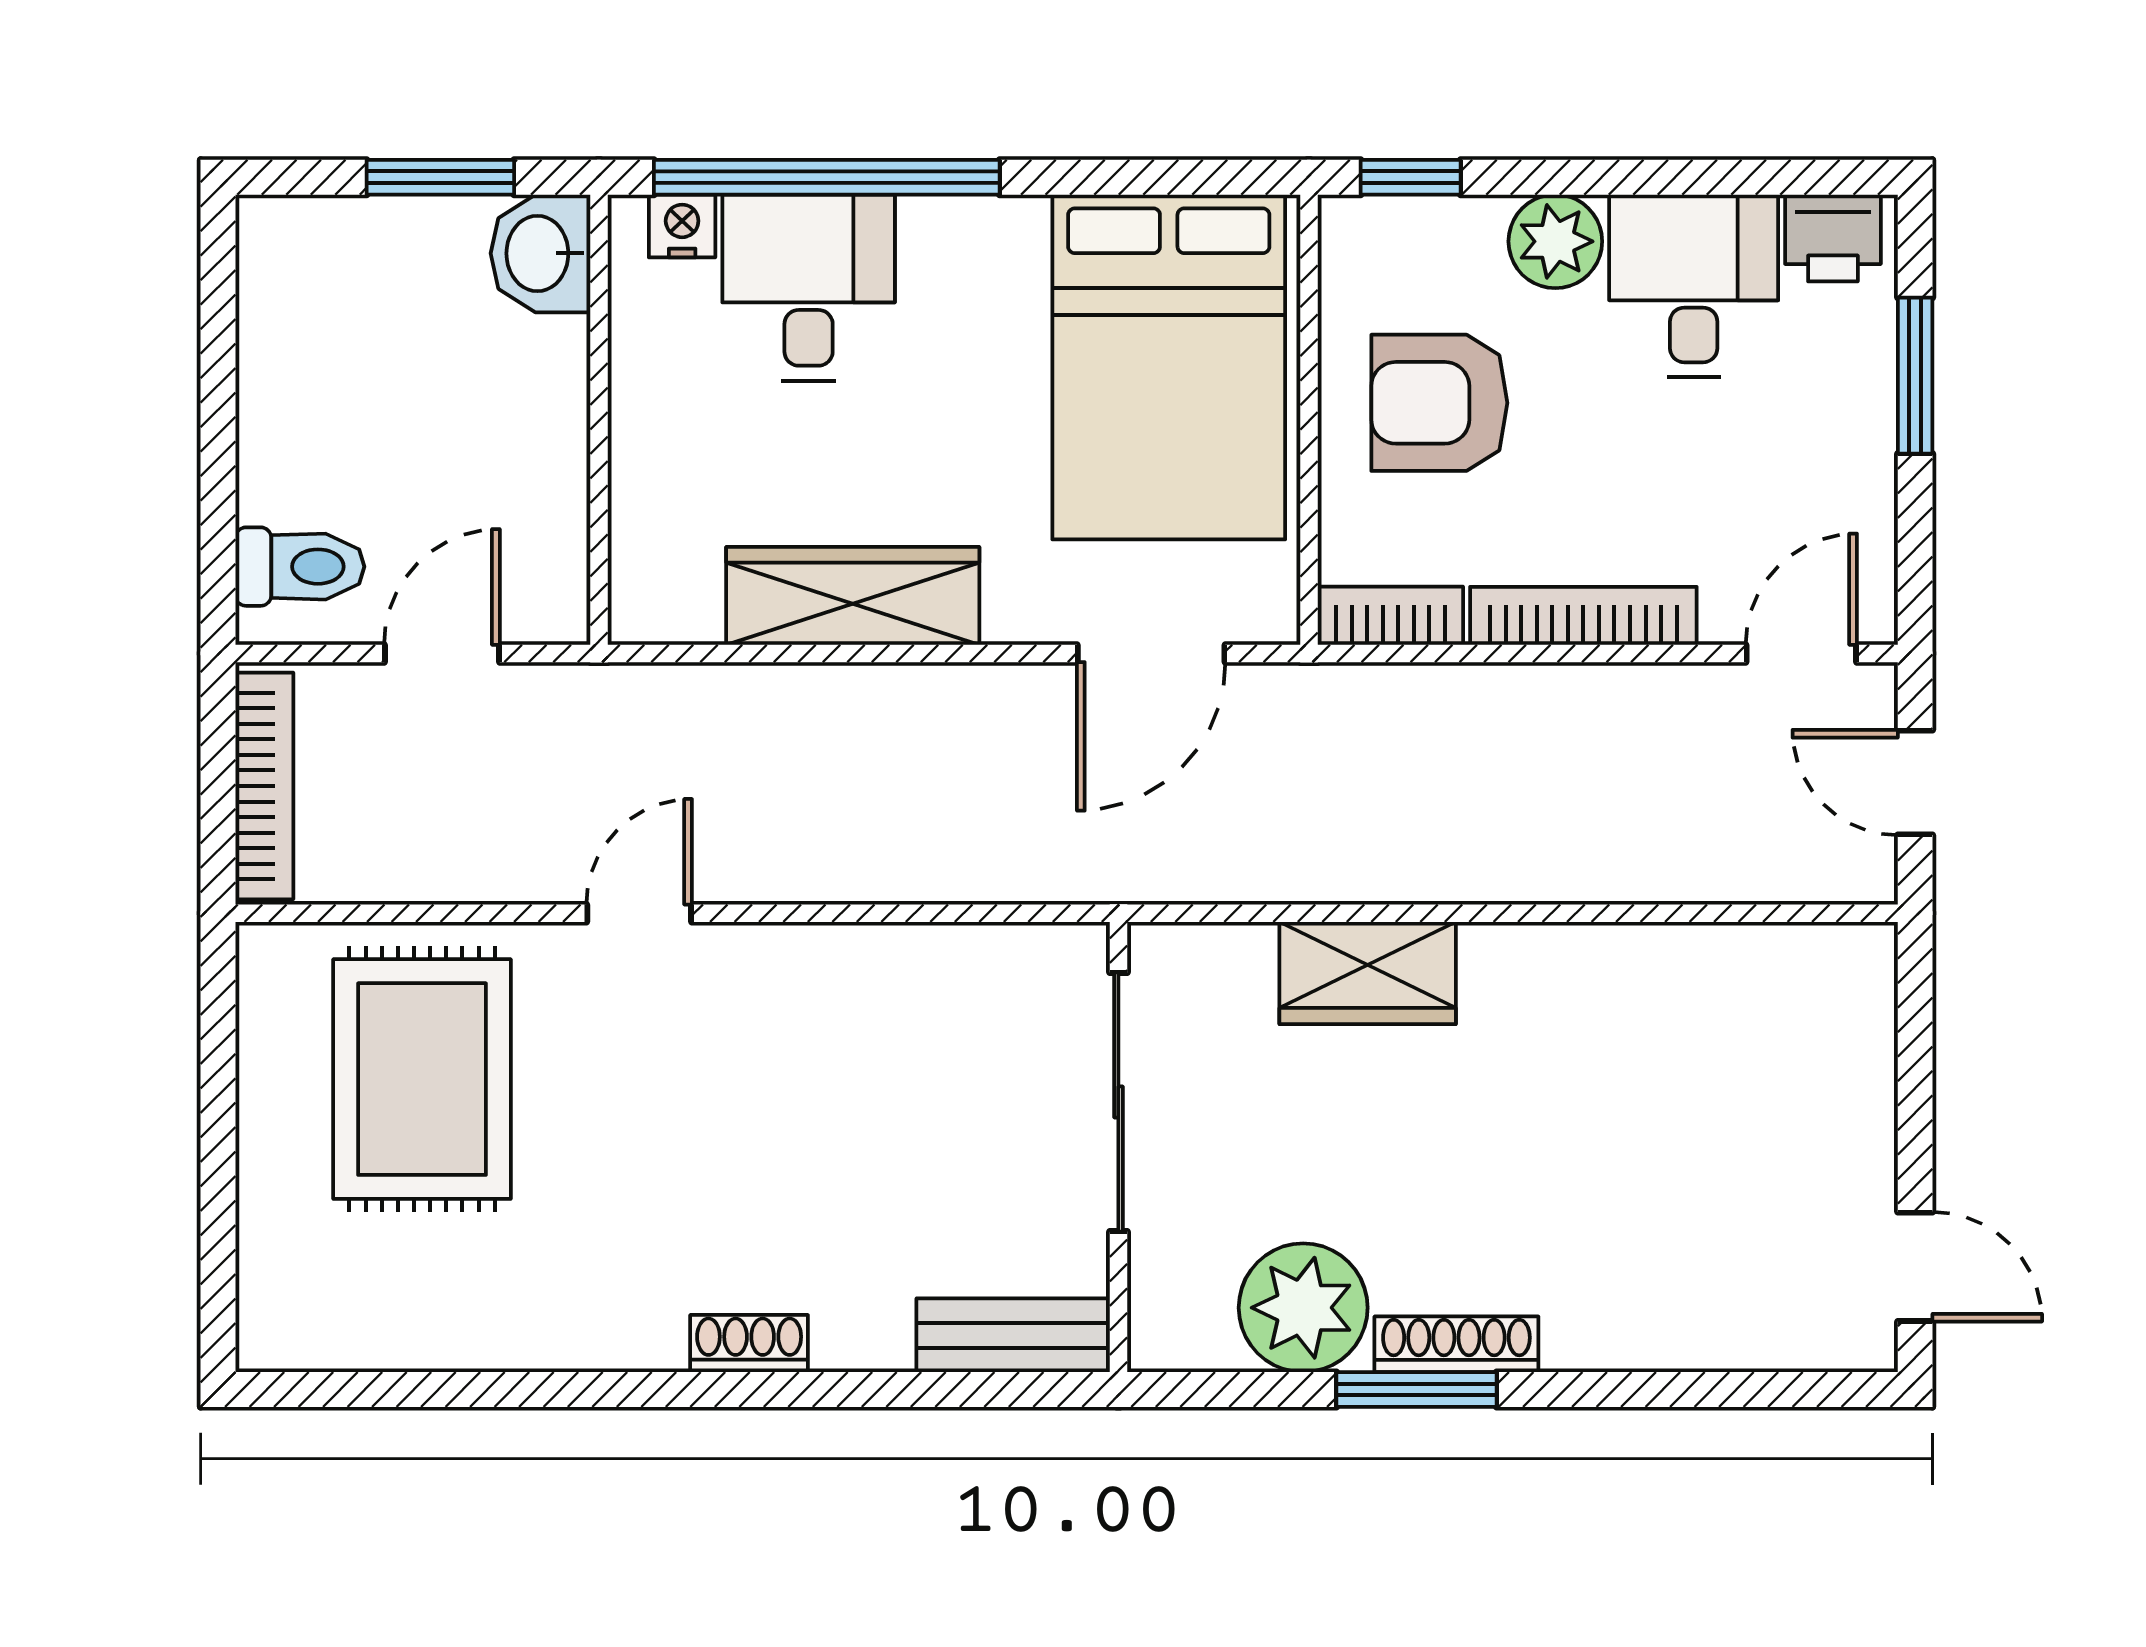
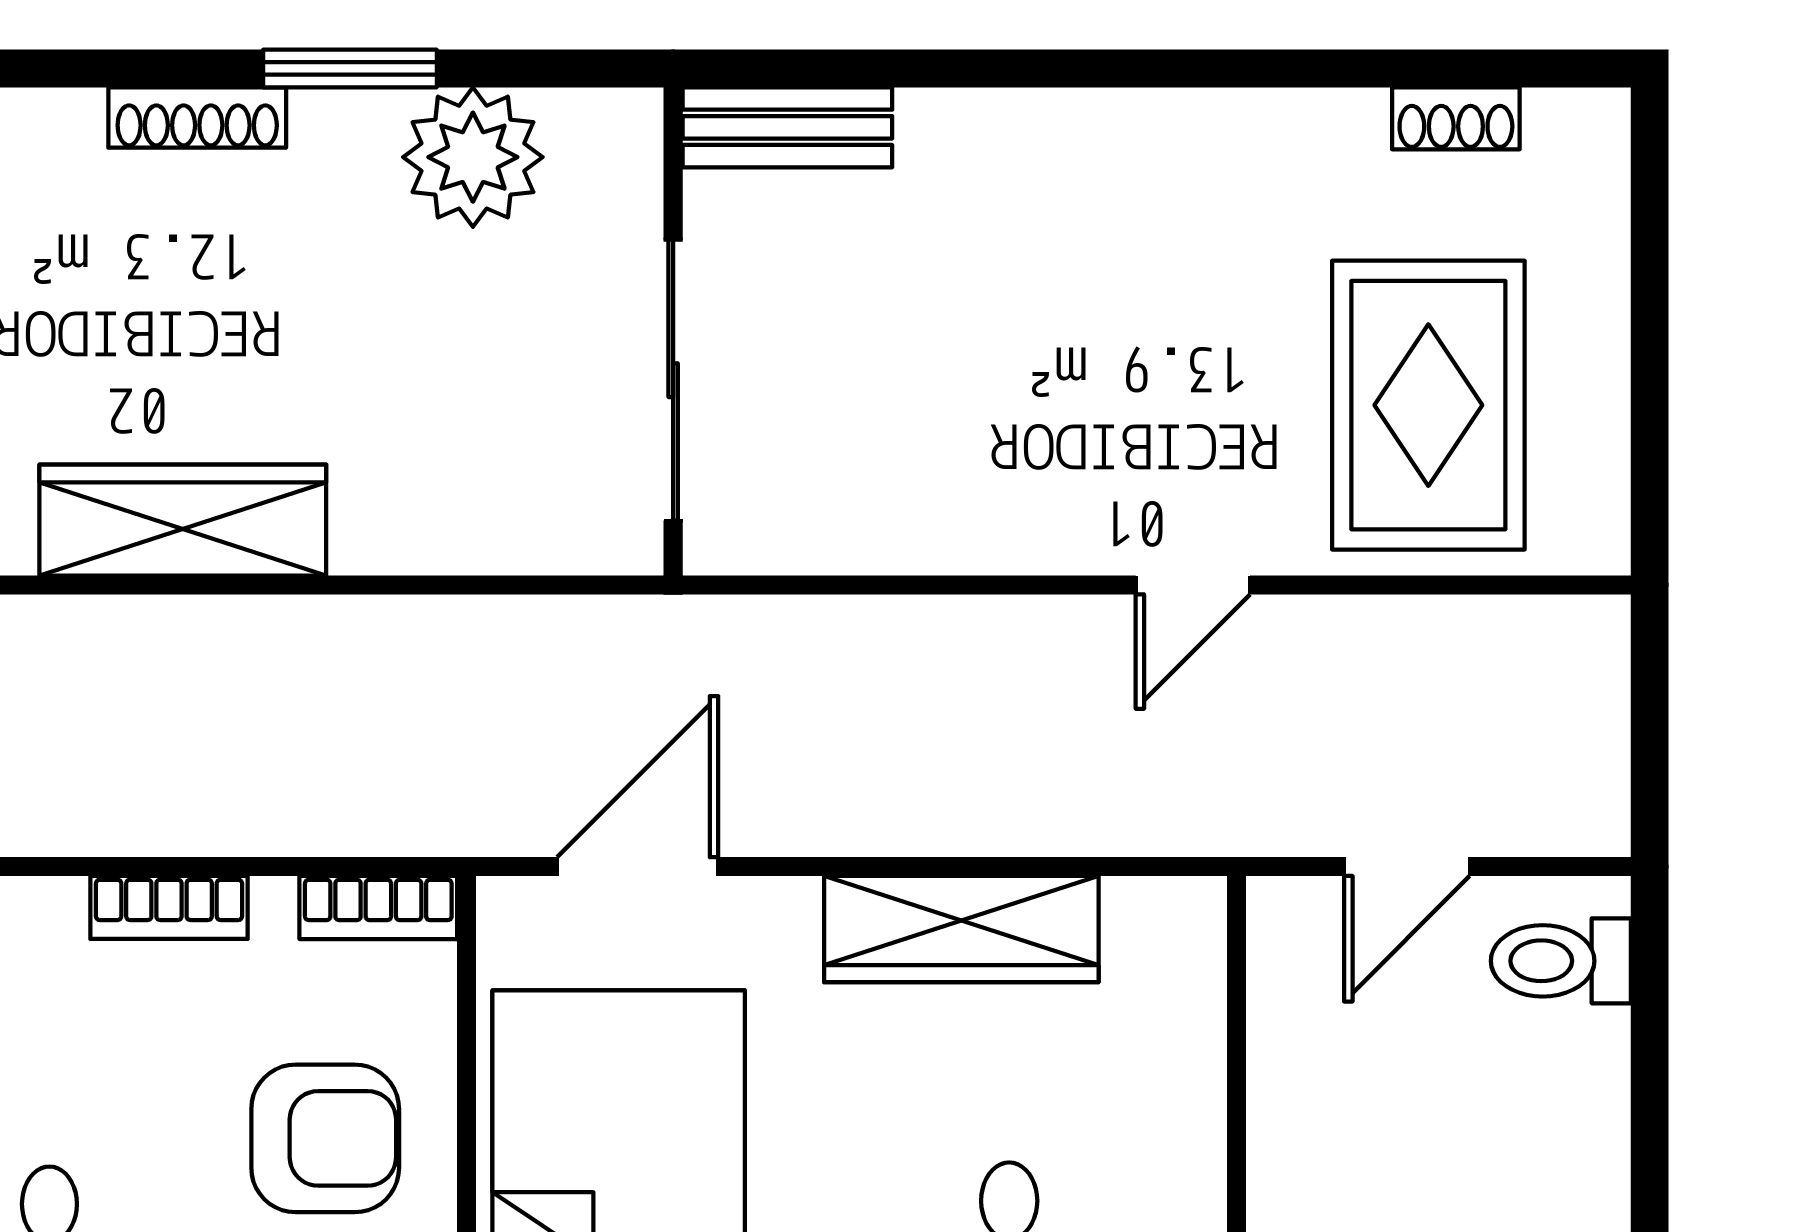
bookcase: (1583, 616) -> (169, 907), width x0.64
bookcase: (264, 786) -> (1599, 723), removed
wardrobe: (1368, 973) -> (183, 520), moved, width x1.50
shoe rack: (749, 1344) -> (1456, 118), moved
shoe rack: (1456, 1344) -> (197, 117), moved

